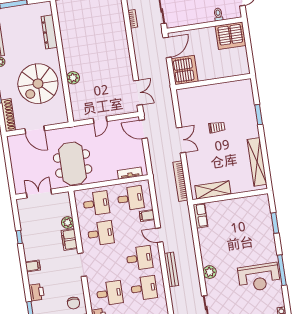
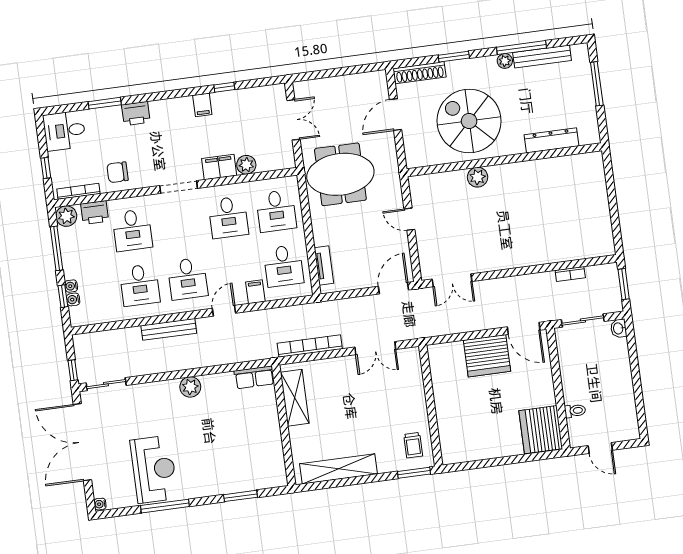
wall: (213, 82) -> (431, 406), moved
trolley: (217, 127) -> (413, 445), moved
filing cabinet: (33, 266) -> (202, 105), moved
plant: (210, 272) -> (190, 387), moved
reception desk: (259, 277) -> (154, 469), turned 180

